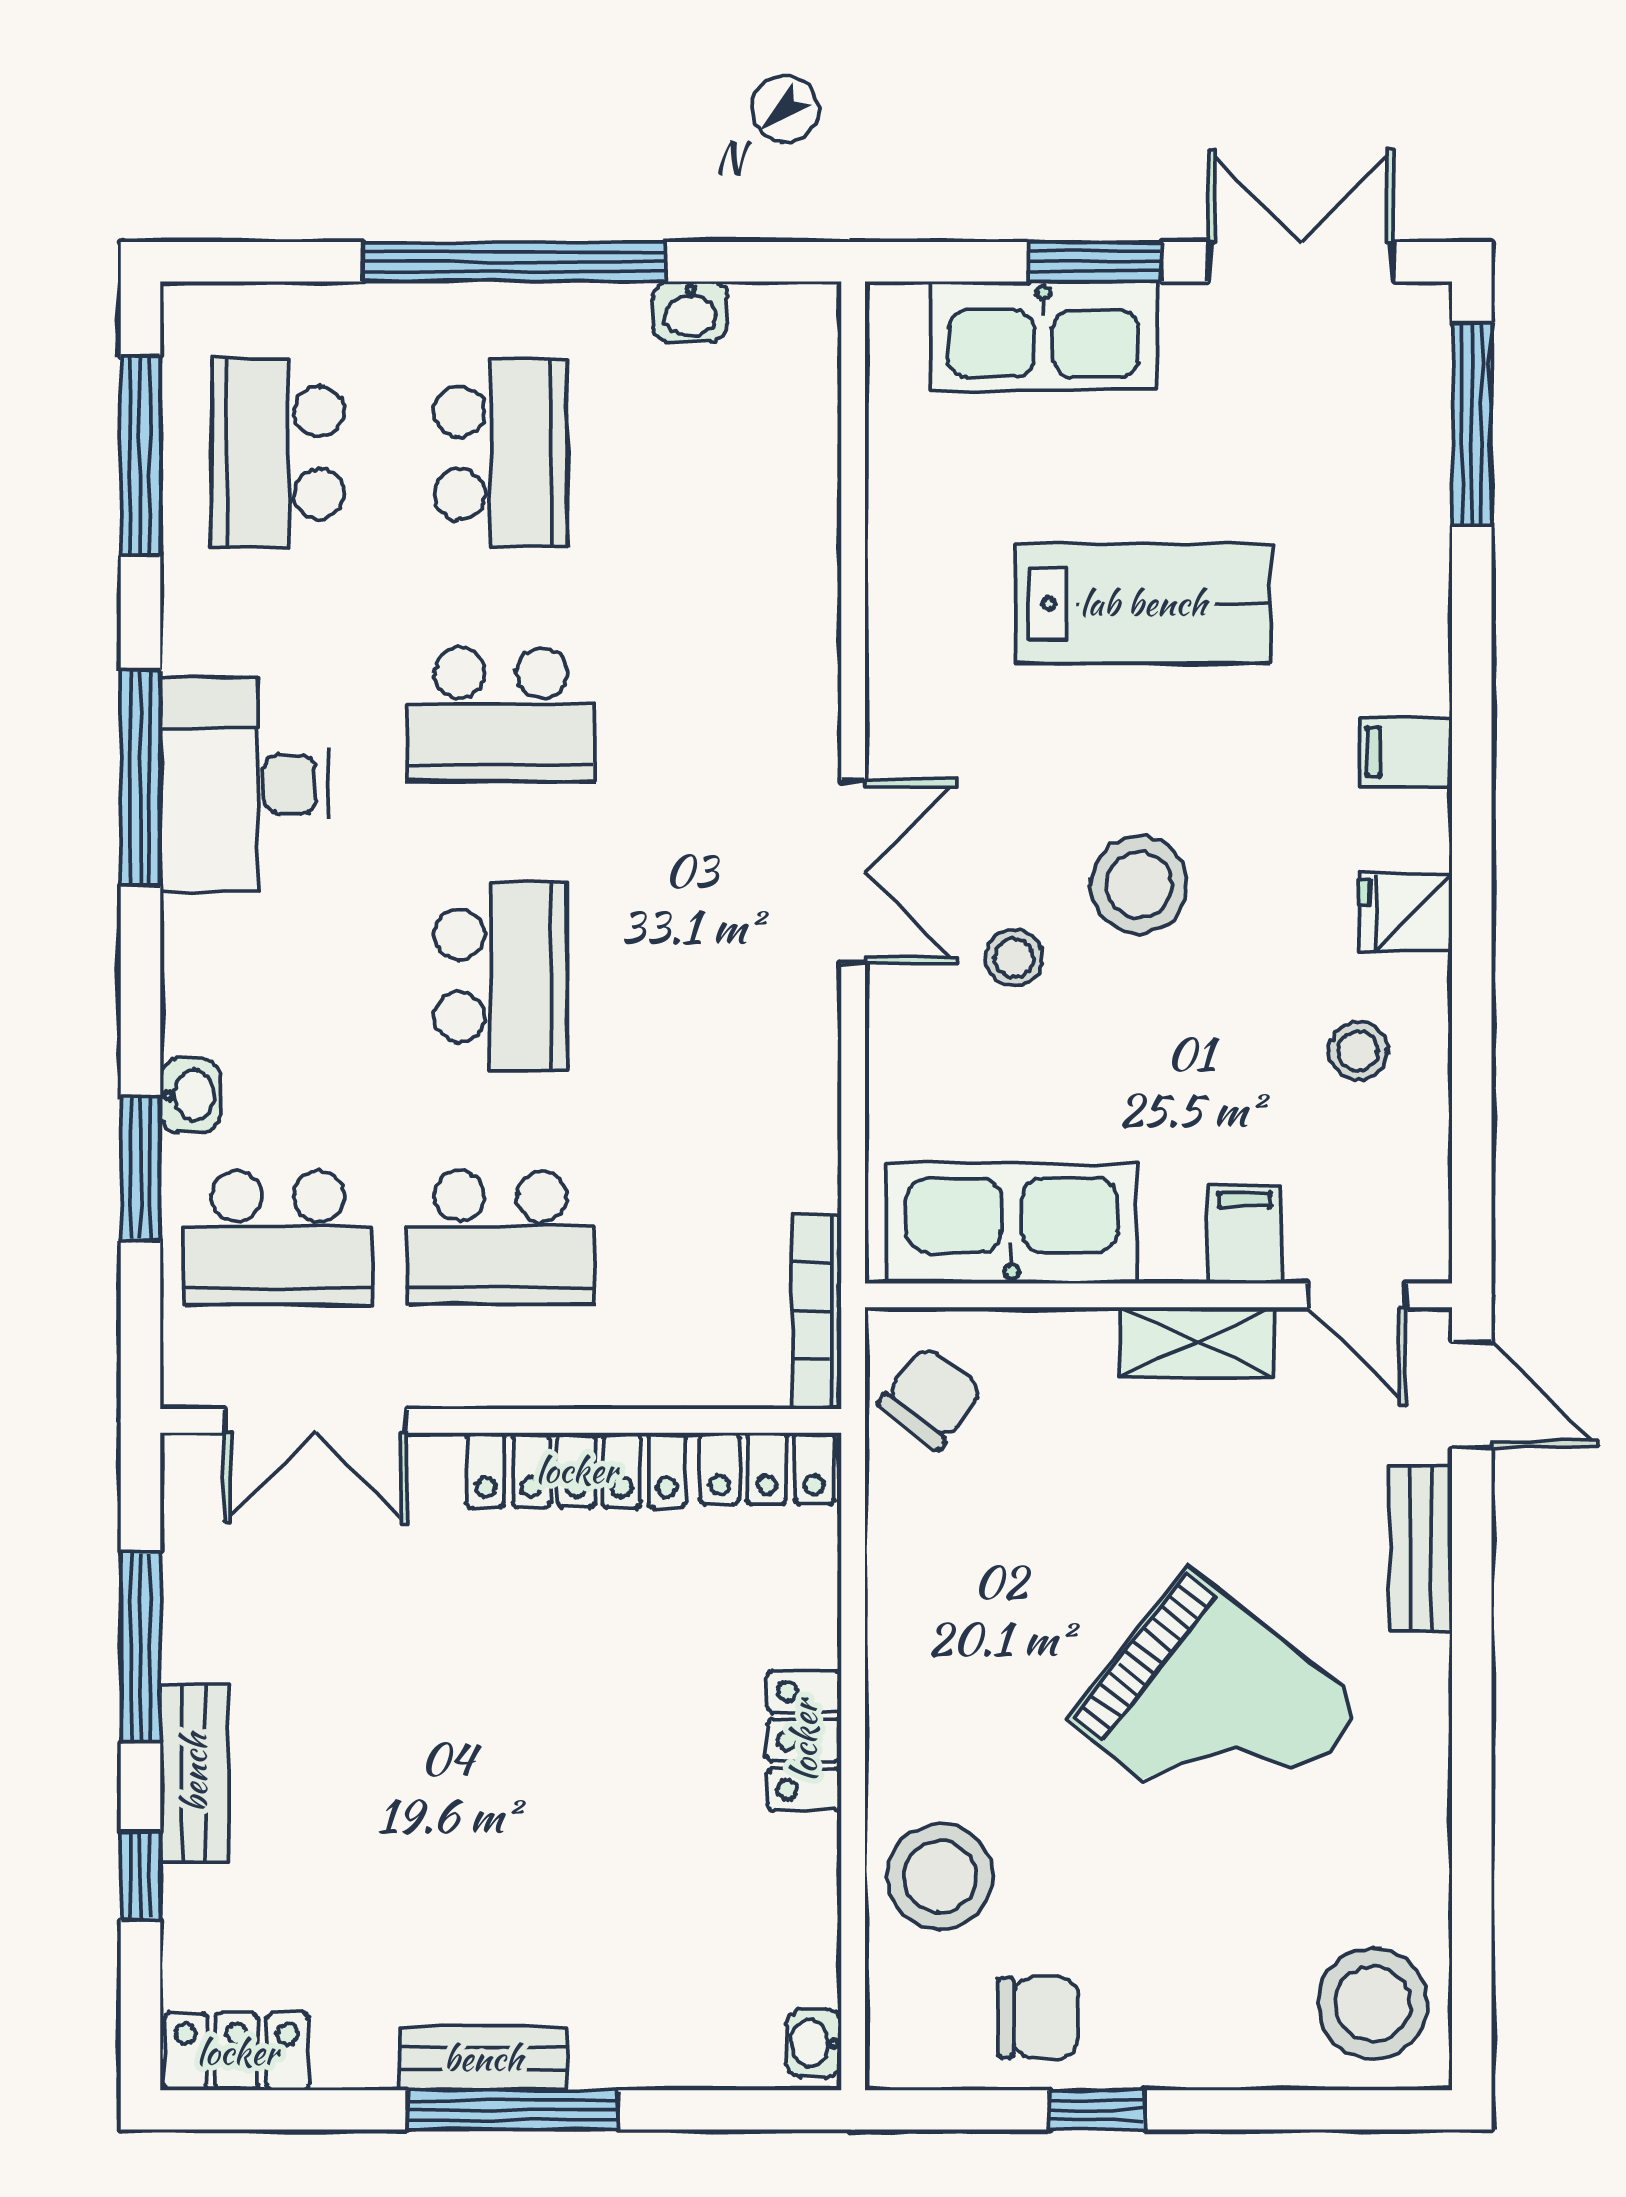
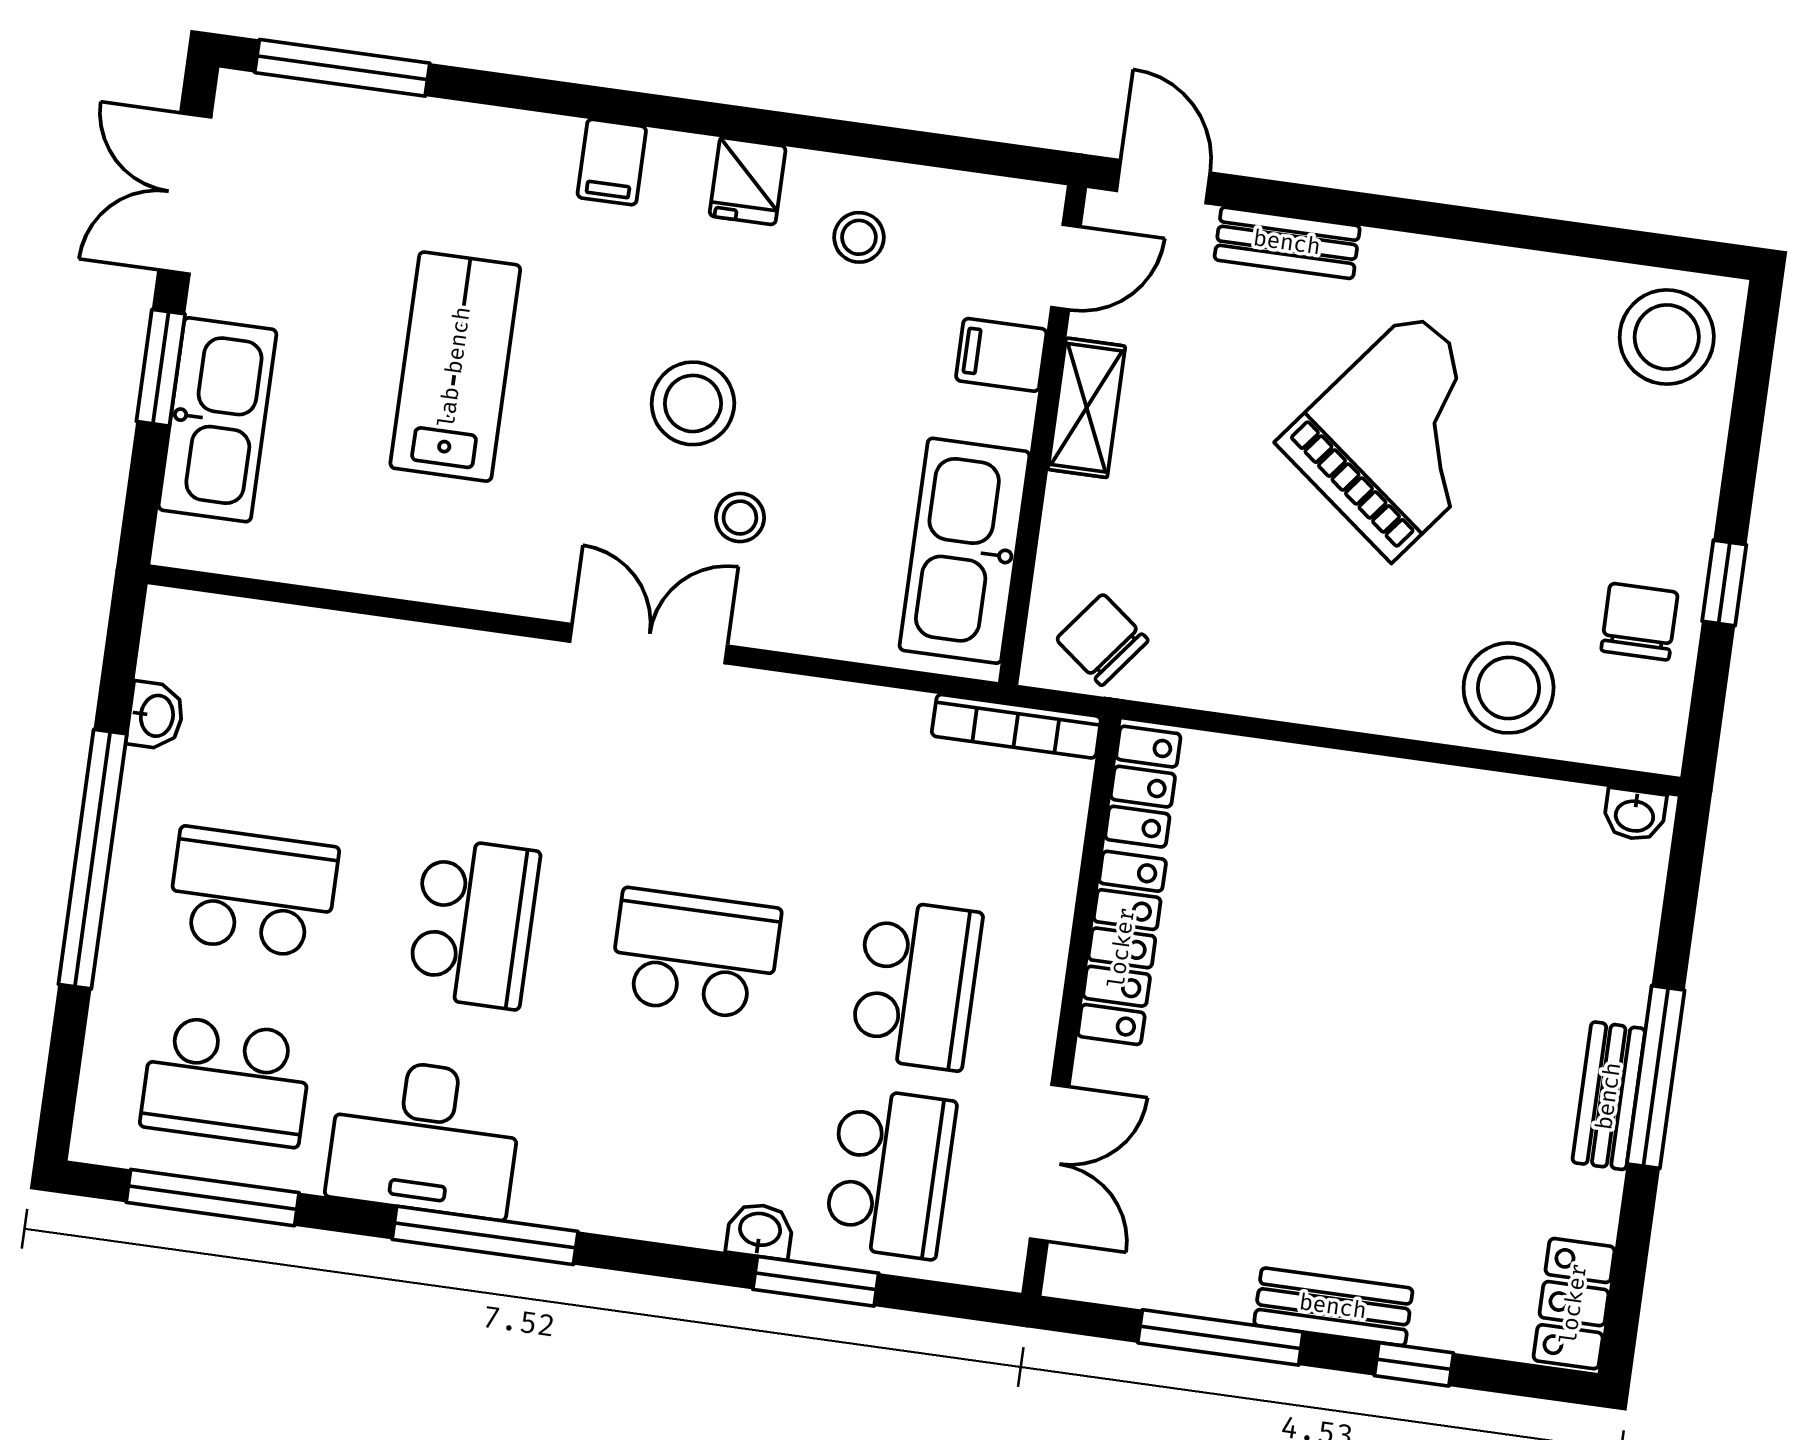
desk: (244, 784) -> (425, 1138), moved
door: (1472, 1395) -> (1163, 182), hinge flipped
locker: (804, 1741) -> (1377, 787), removed

